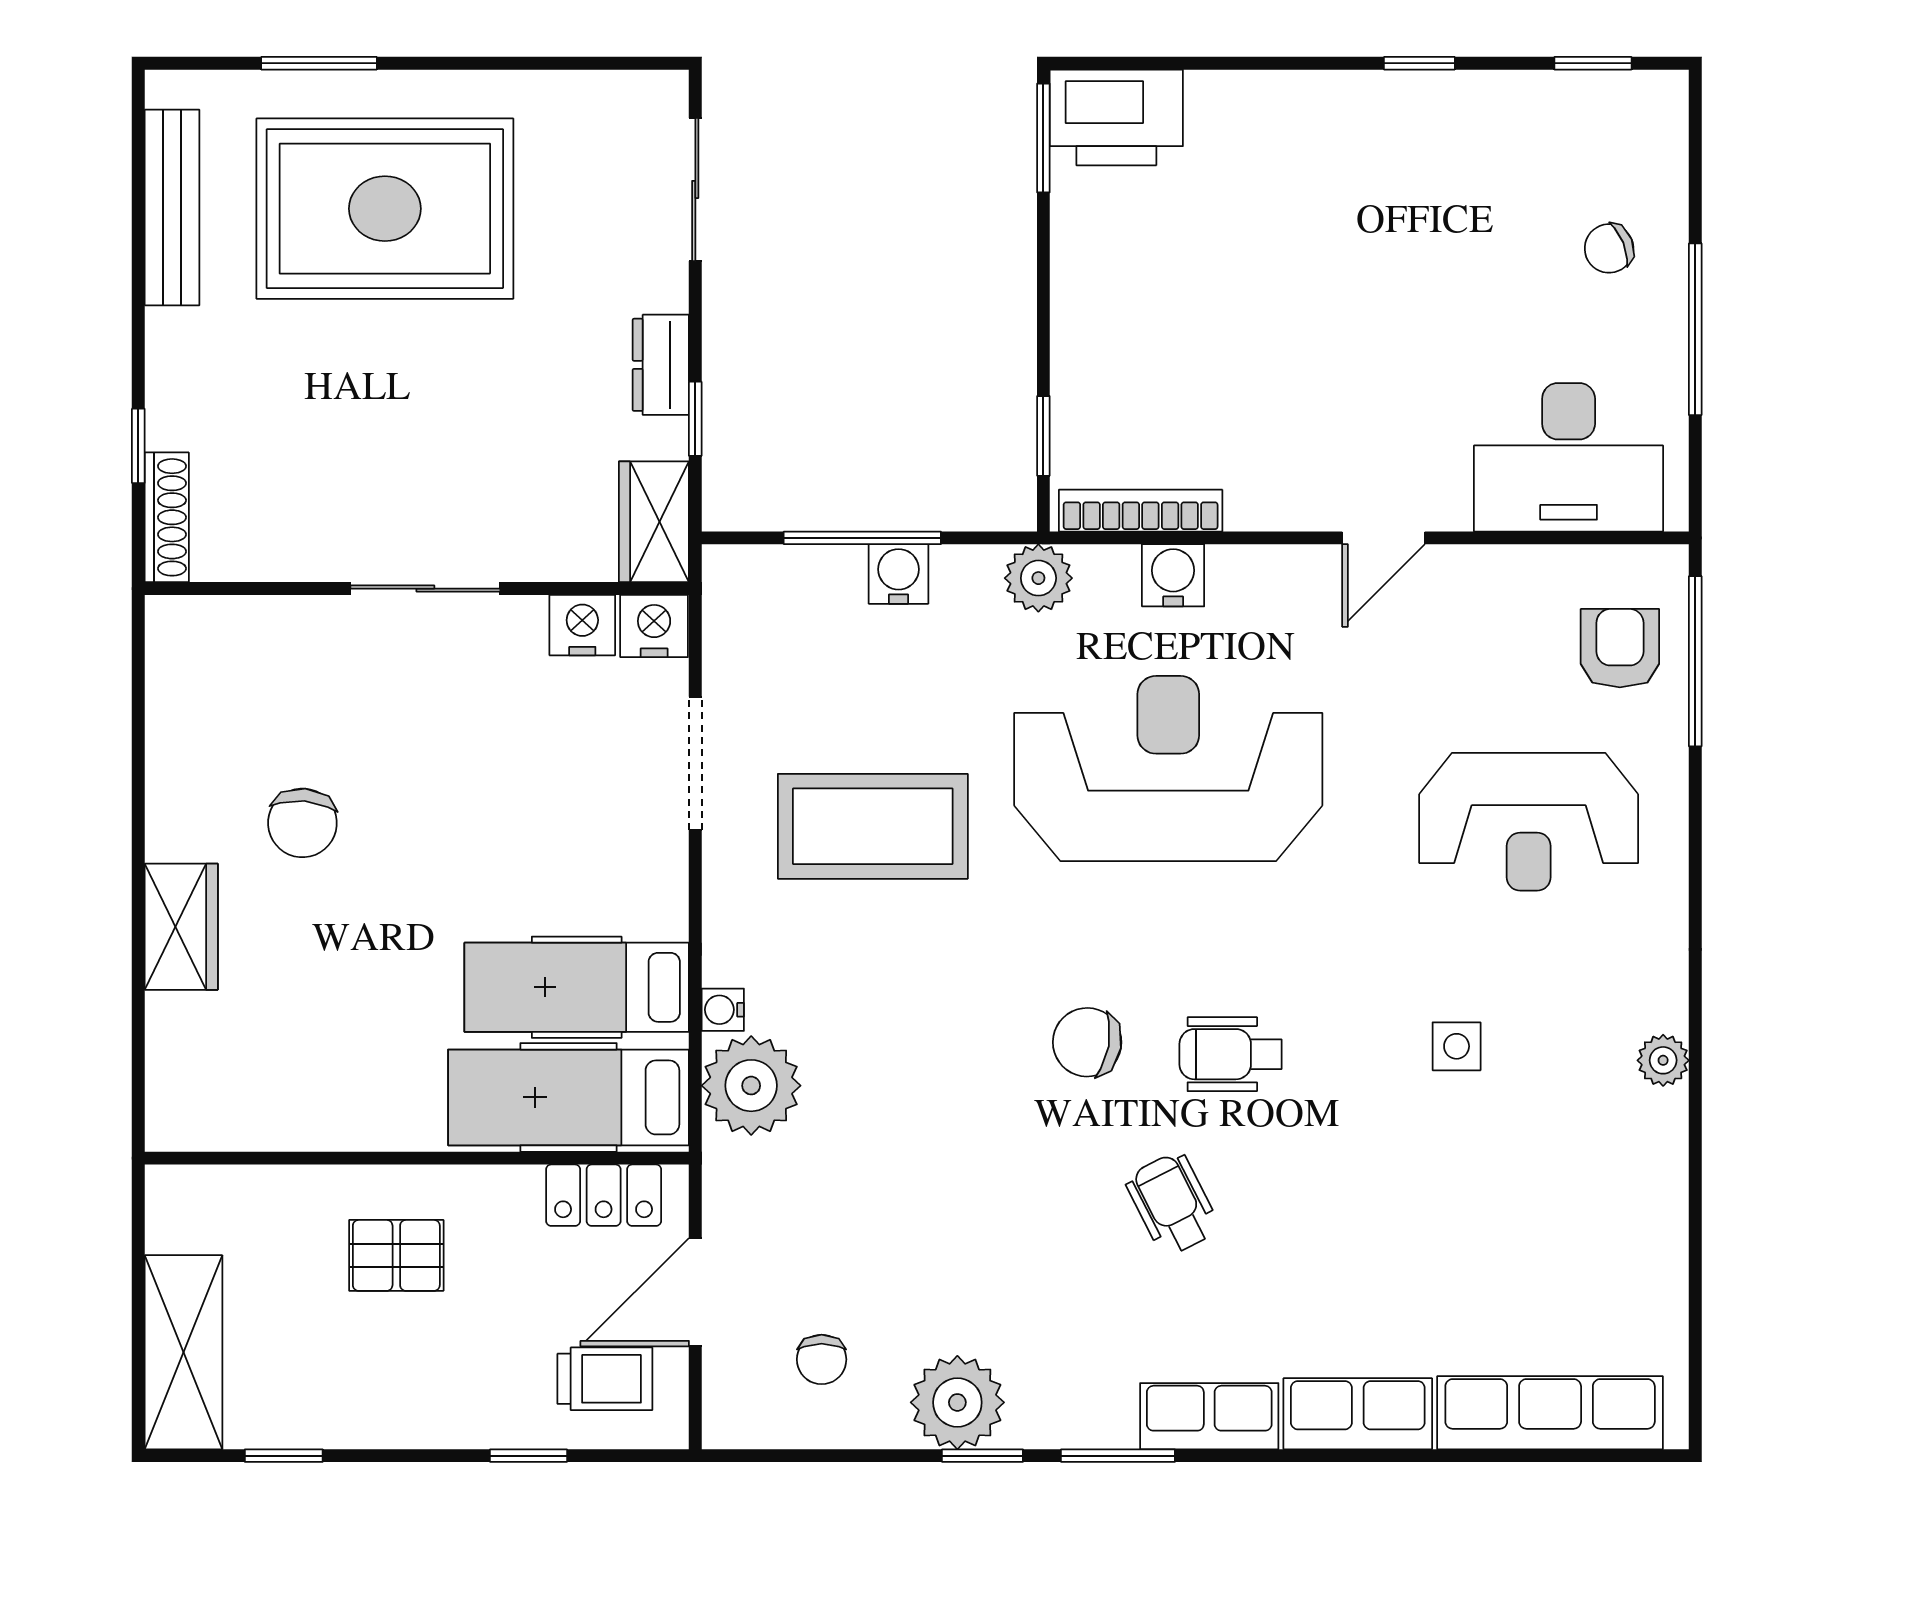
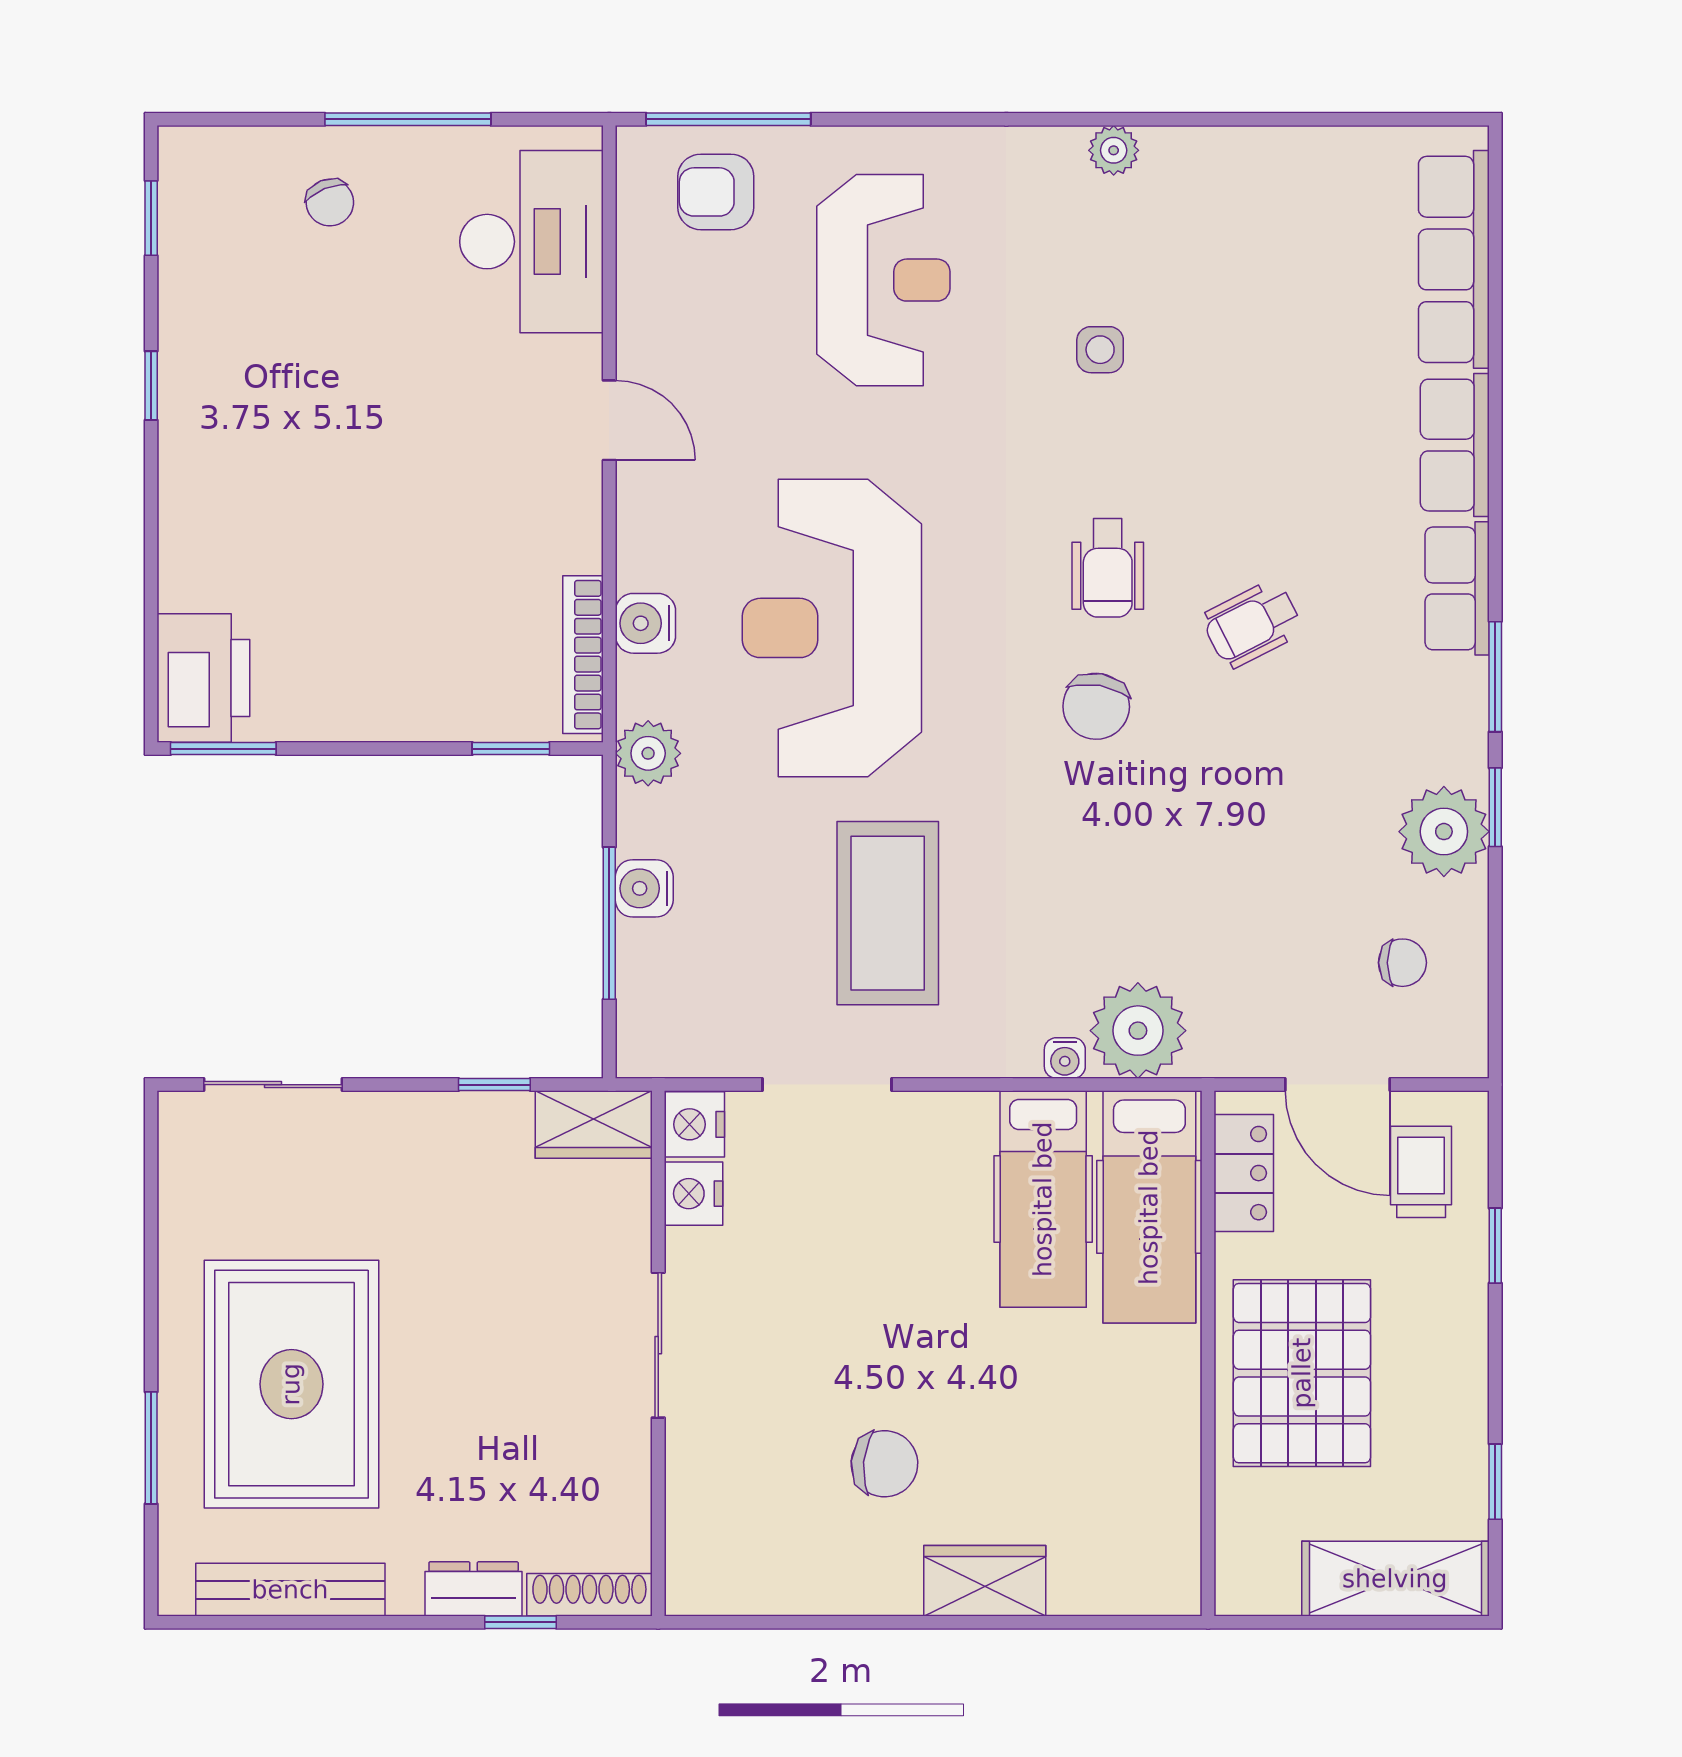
dresser: (661, 365) -> (474, 1589), moved, turned 180
pallet: (396, 1255) -> (1302, 1373), width x2.05, depth x2.00

